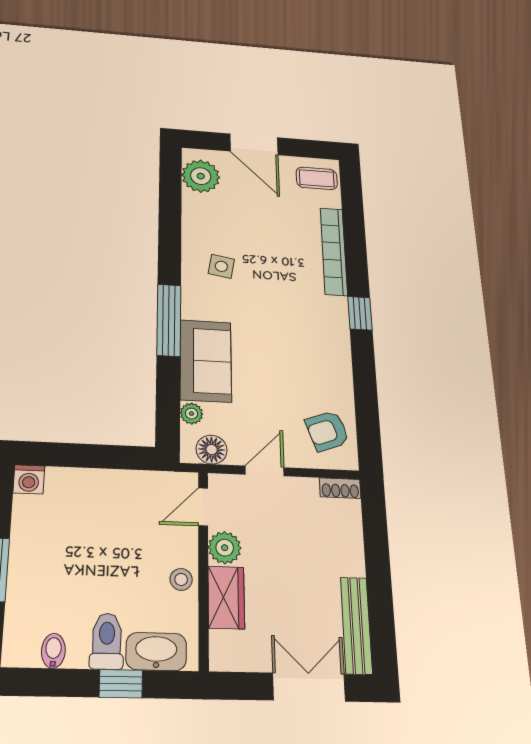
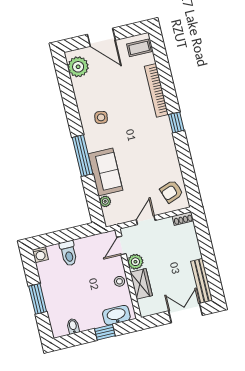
floor lamp: (212, 450) -> (119, 217), removed
toilet: (107, 641) -> (68, 253), moved, turned 180

